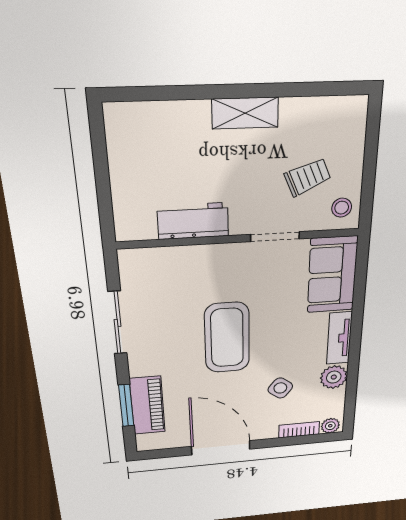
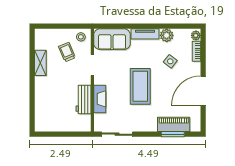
shelving: (245, 113) -> (40, 63), moved
fireplace: (196, 257) -> (100, 99), added
sliding door: (118, 323) -> (117, 134), moved
coffee table: (227, 338) -> (140, 86), turned 90

